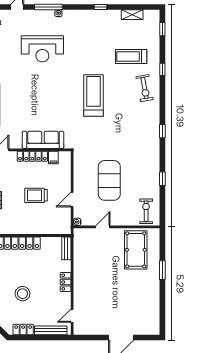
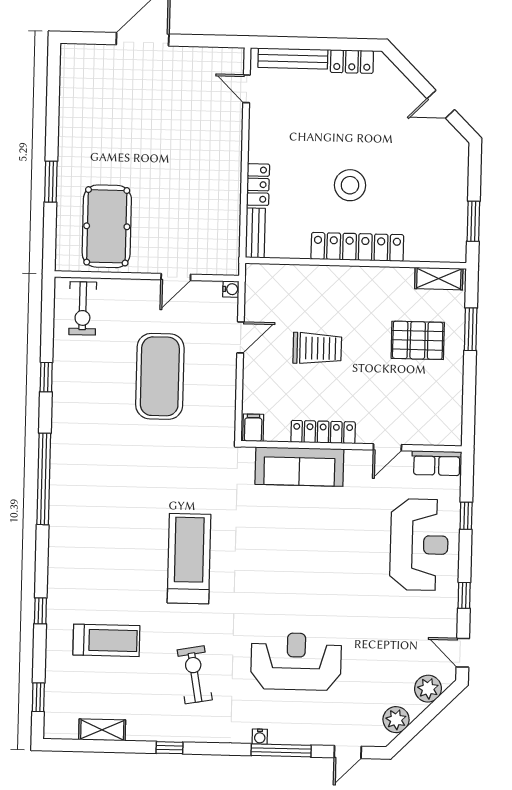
exercise bike: (145, 88) -> (195, 675), moved
treadmill: (94, 96) -> (189, 559), turned 180
window: (162, 131) -> (44, 479), width x3.17
filing cabinet: (53, 157) -> (253, 428), moved
locker: (66, 282) -> (258, 185), moved
stool: (23, 294) -> (350, 185), moved
door: (72, 316) -> (247, 89), swing flipped

